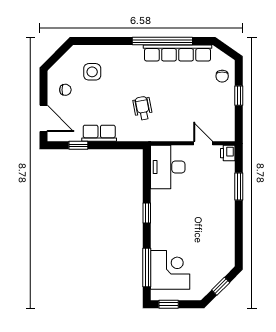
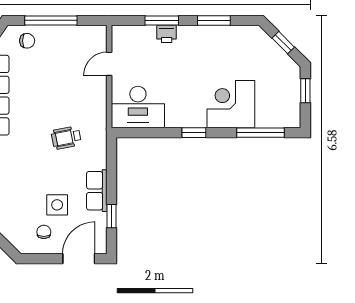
side table: (92, 72) -> (57, 205), moved
window: (239, 96) -> (51, 20), width x2.17
printer: (228, 153) -> (167, 34), moved
window: (239, 229) -> (214, 20), added
corner desk: (170, 270) -> (231, 104), moved
window: (169, 304) -> (305, 91), moved

